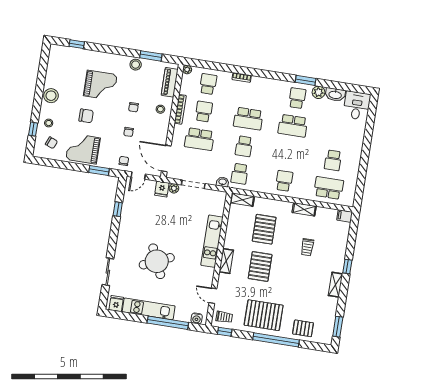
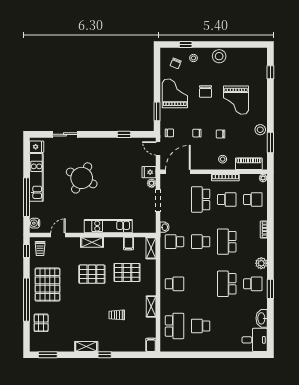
plant: (318, 92) -> (261, 263), moved
filing cabinet: (234, 223) -> (128, 244), added
round table: (157, 261) -> (82, 178), turned -38

